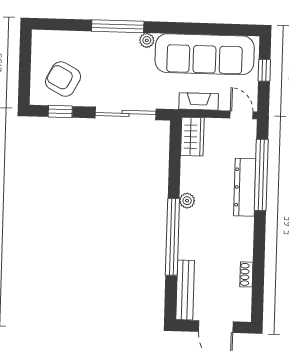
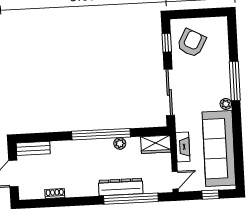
plant: (187, 201) -> (120, 144), moved
window: (172, 237) -> (101, 134), moved
bench: (185, 290) -> (33, 148), width x0.73

